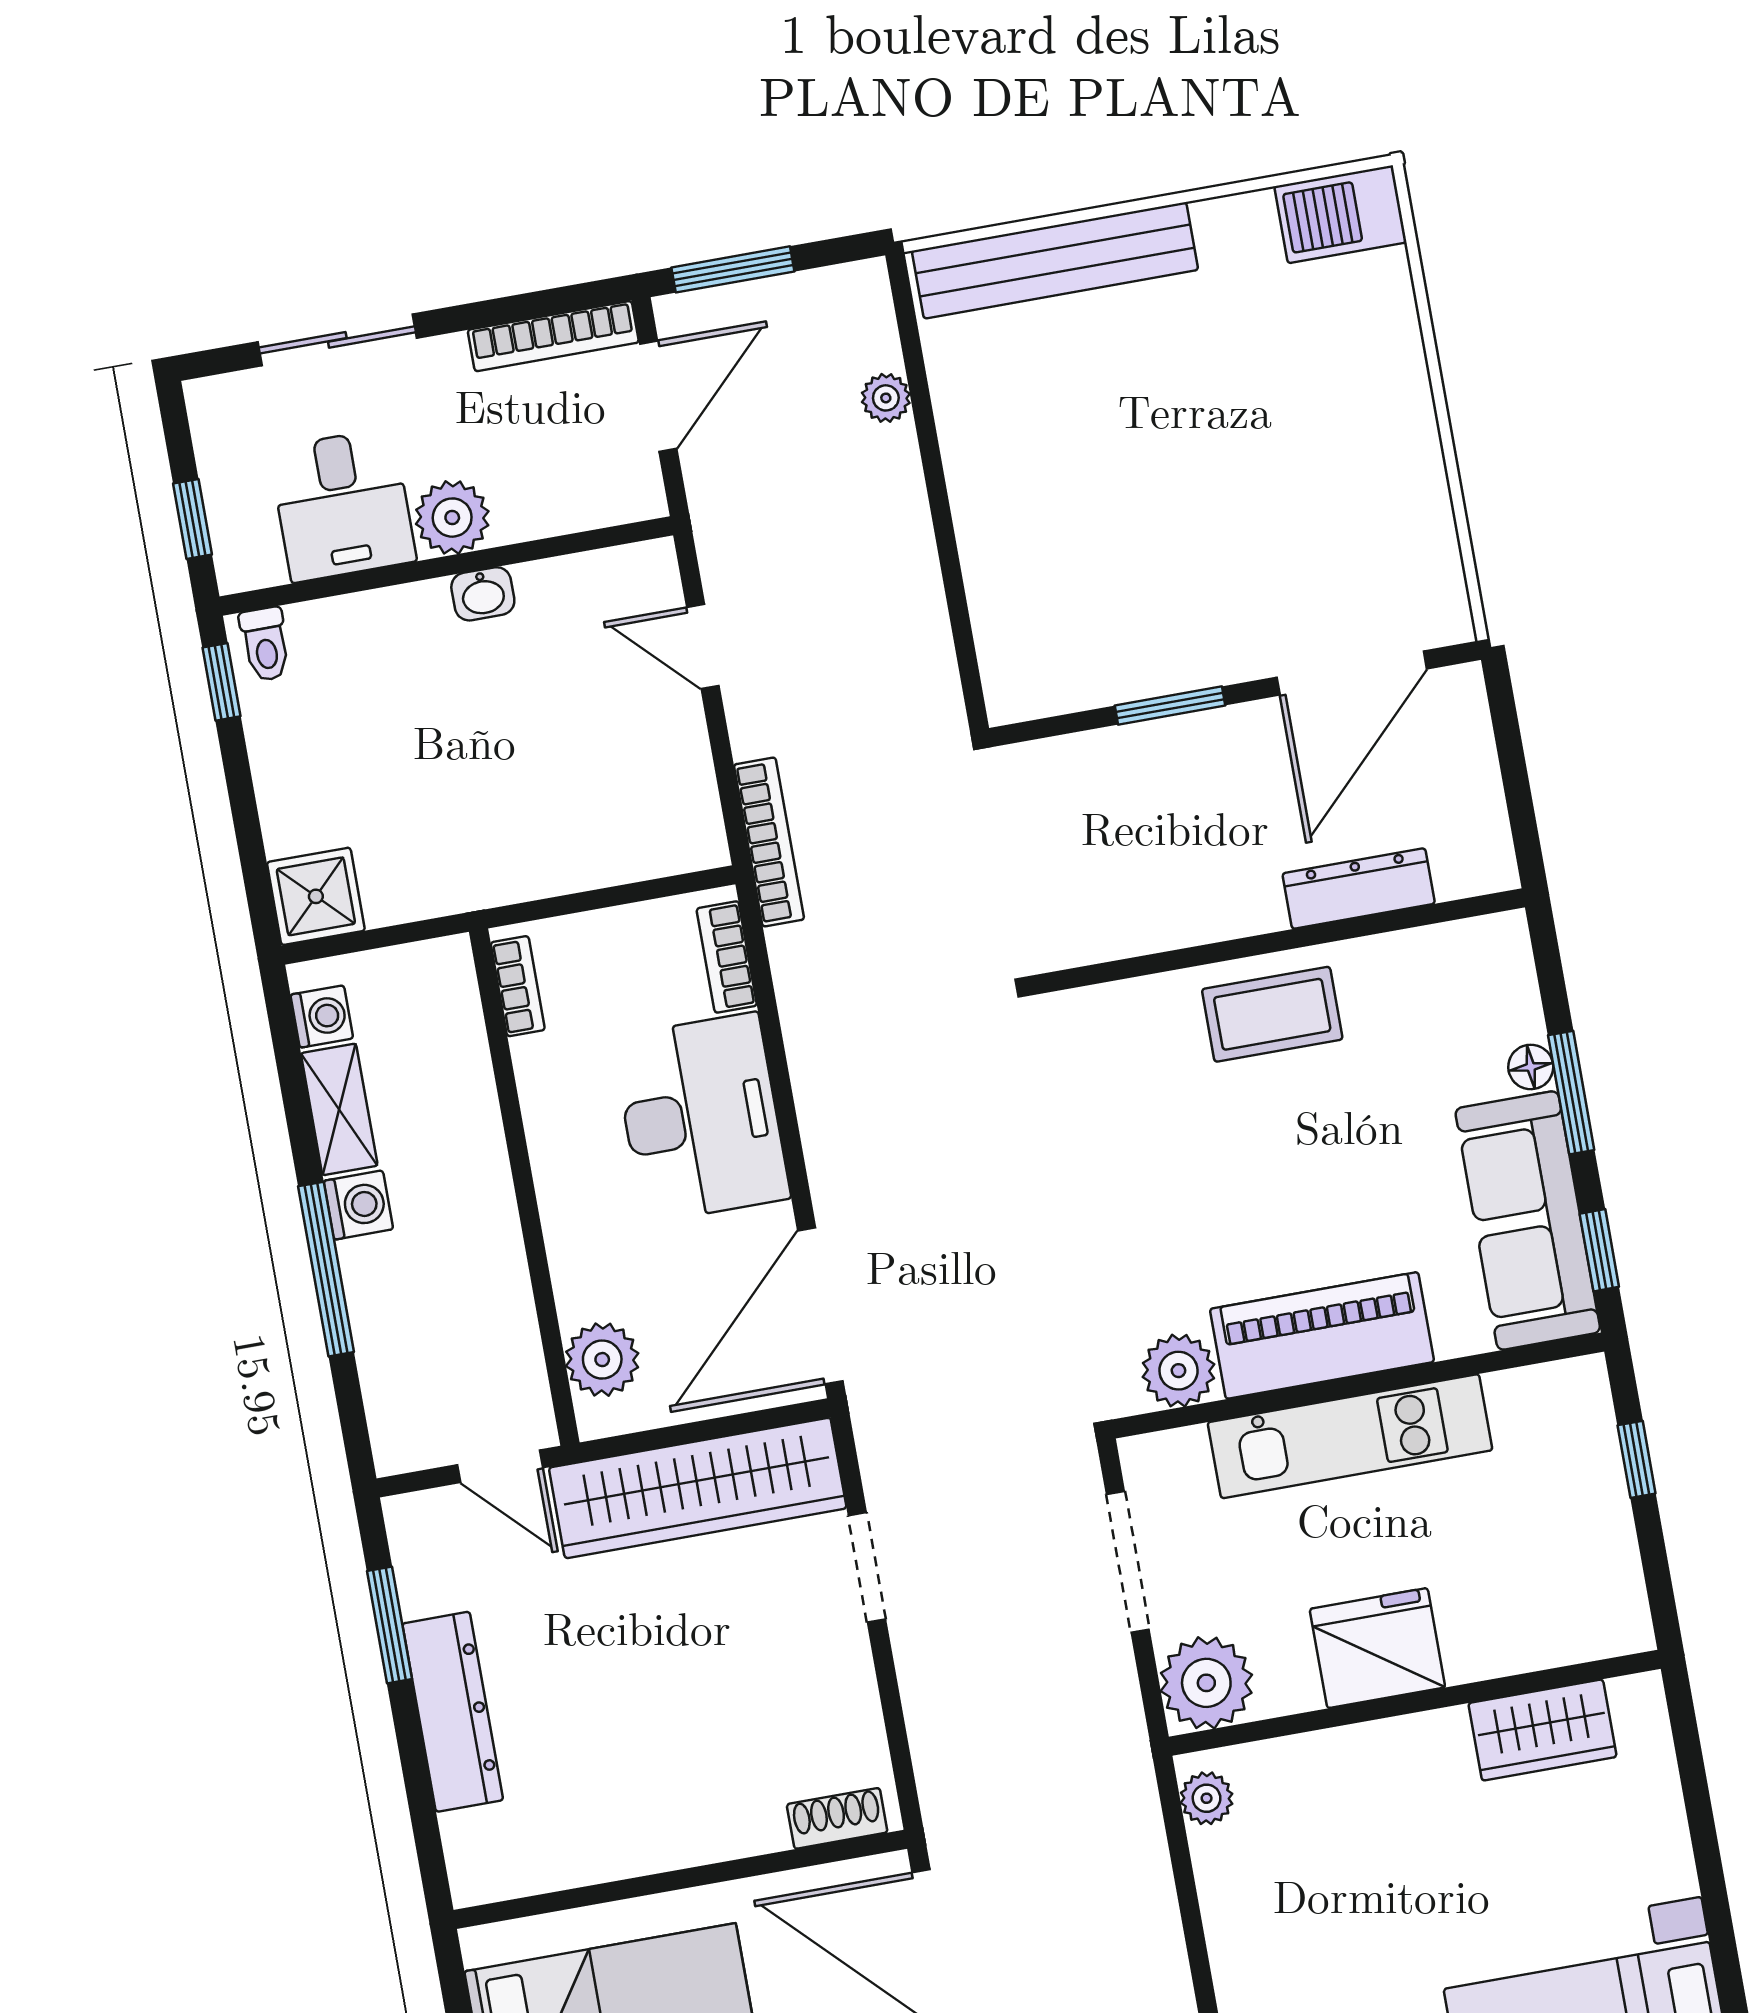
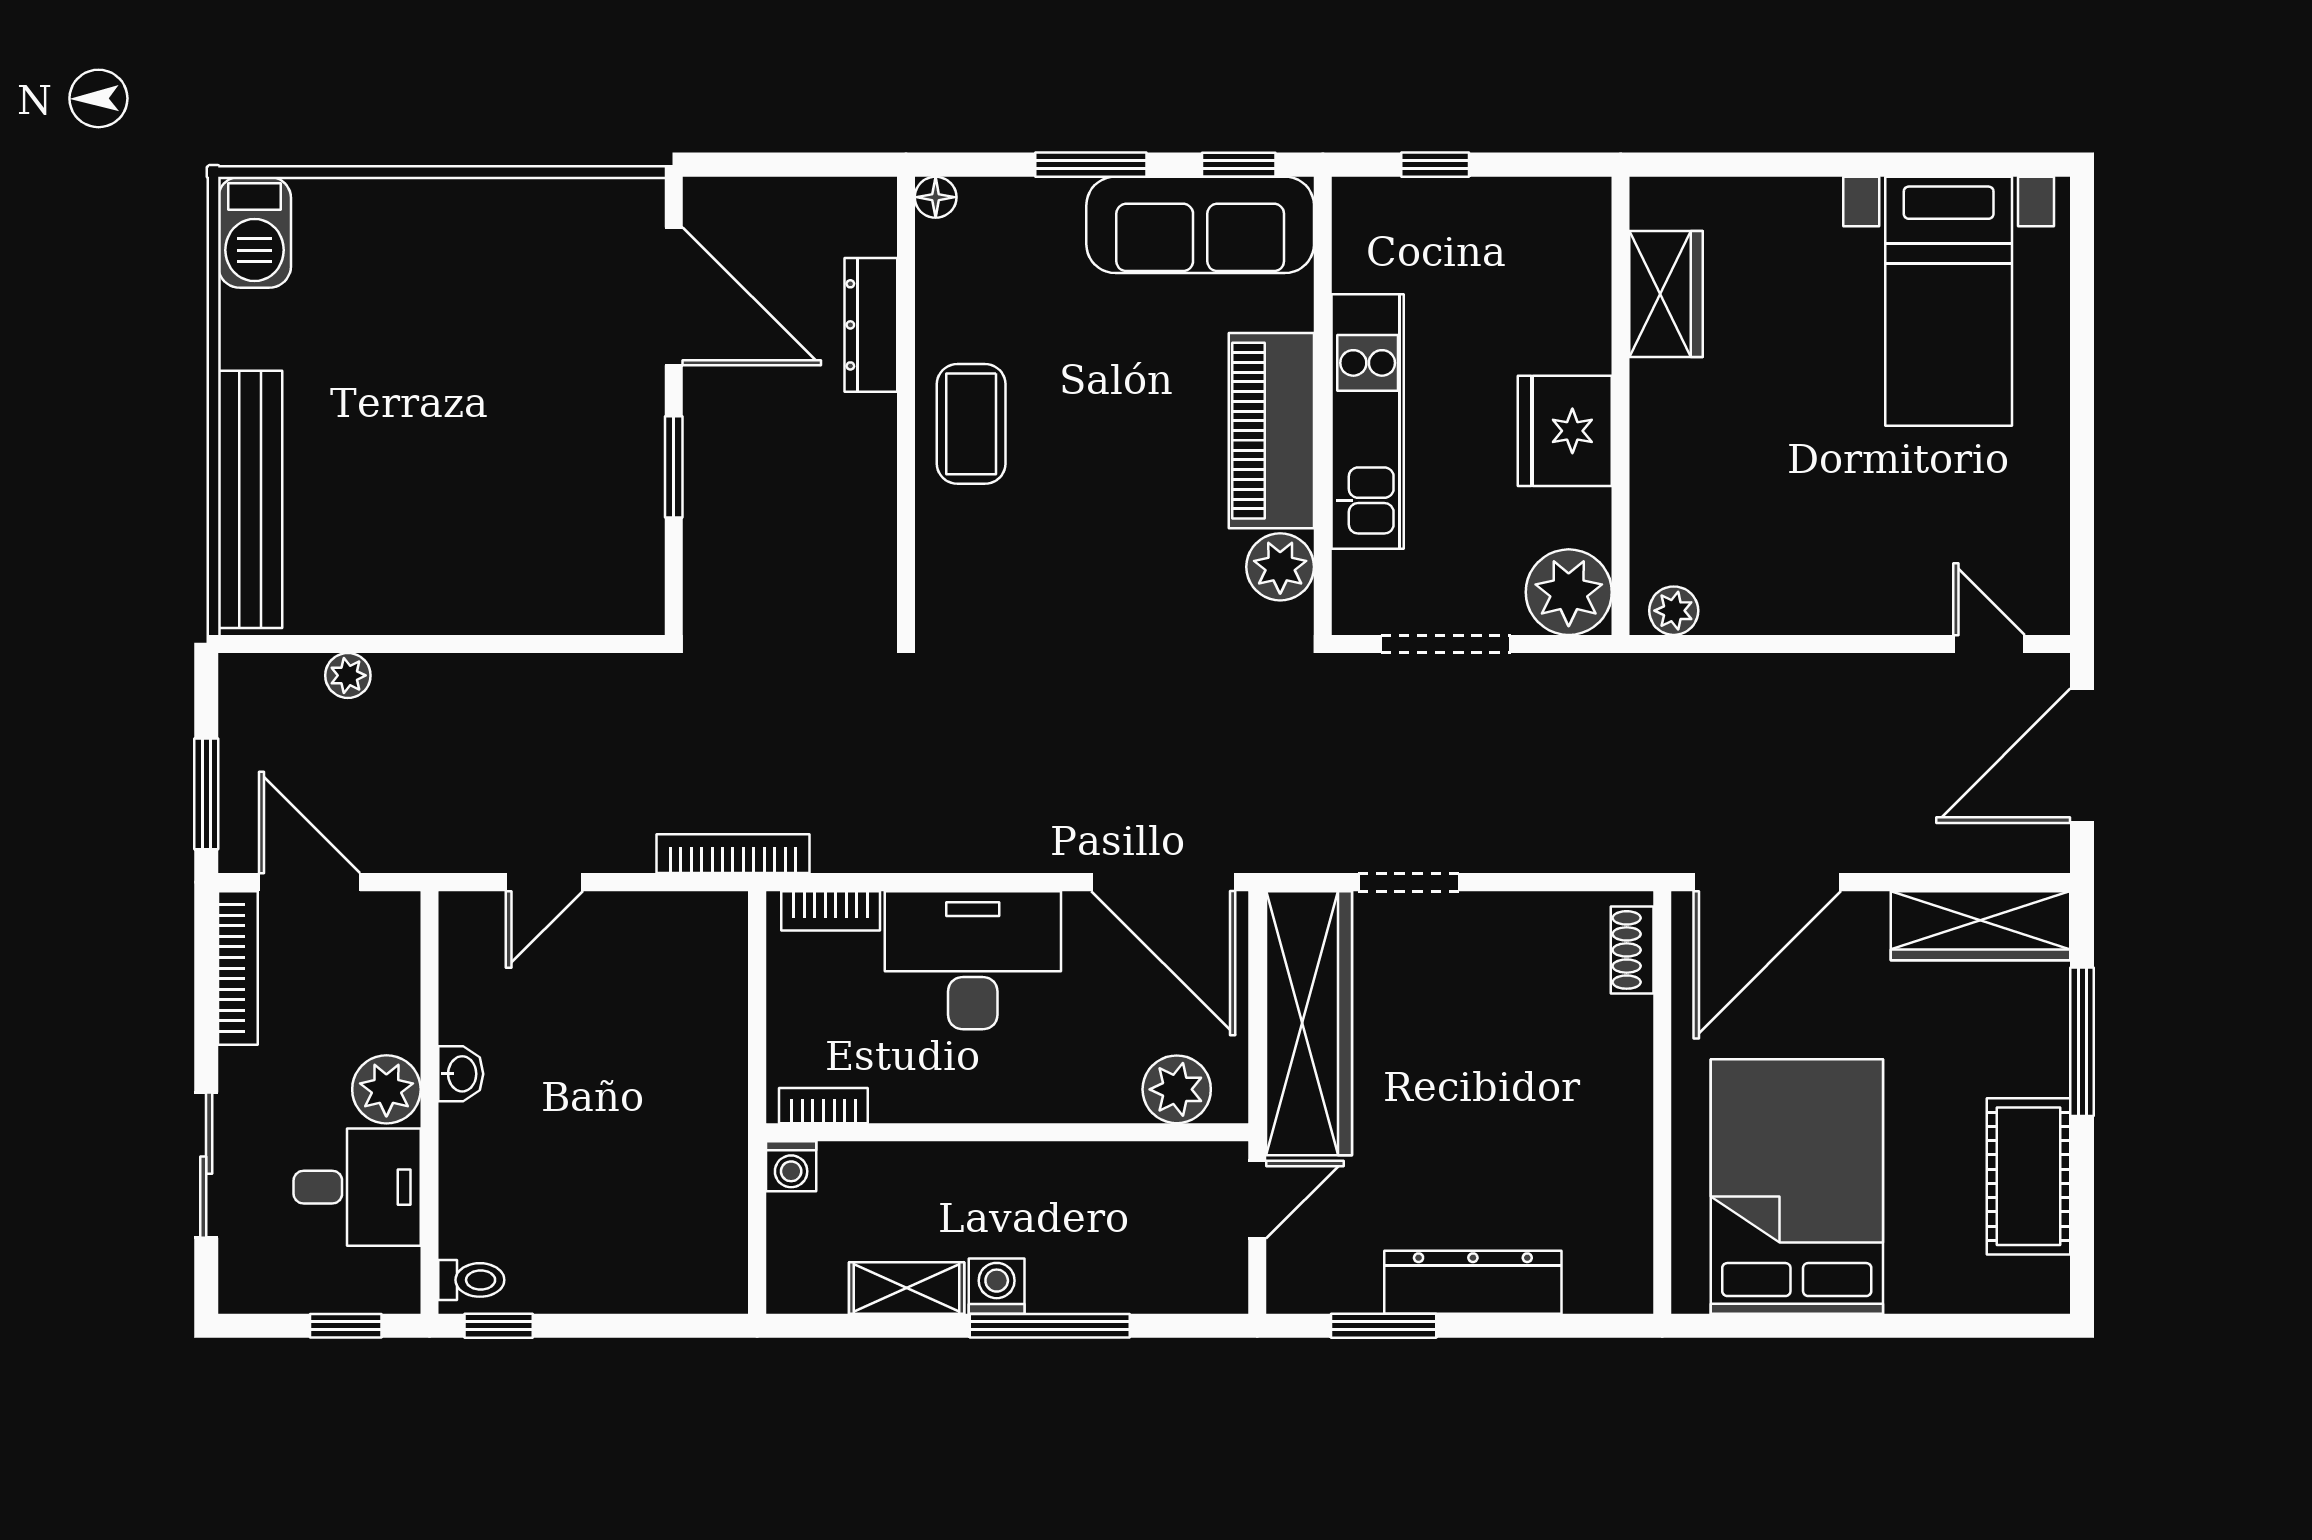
shower: (316, 896) -> (709, 1275), removed
washing machine: (322, 1016) -> (791, 1166), moved, turned 180
floor lamp: (1531, 1067) -> (936, 197), moved

